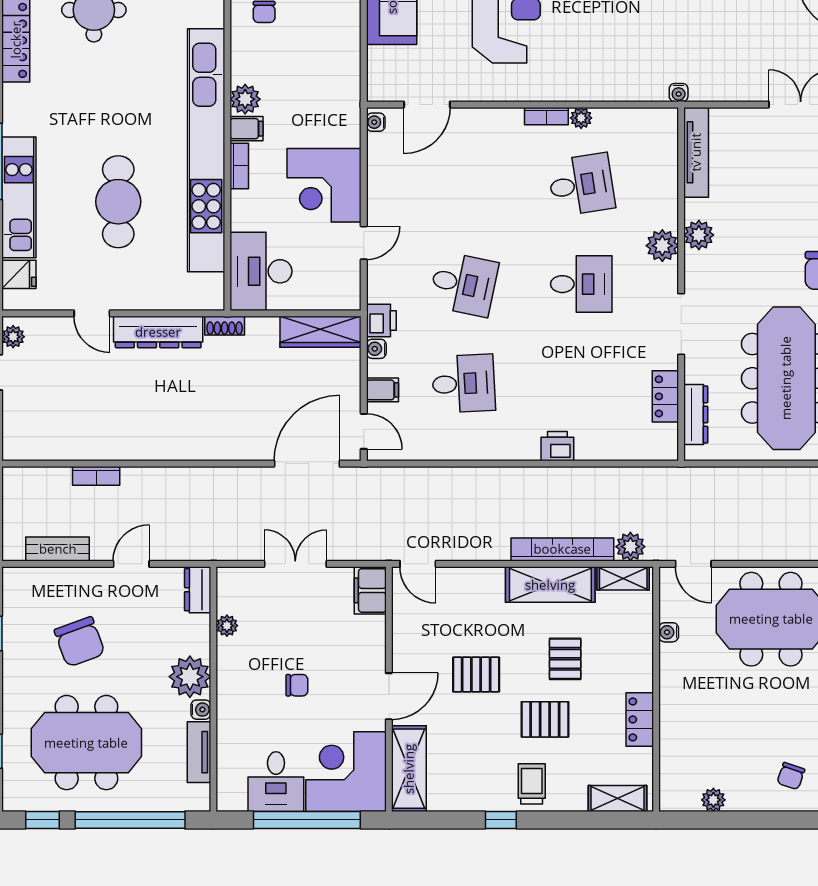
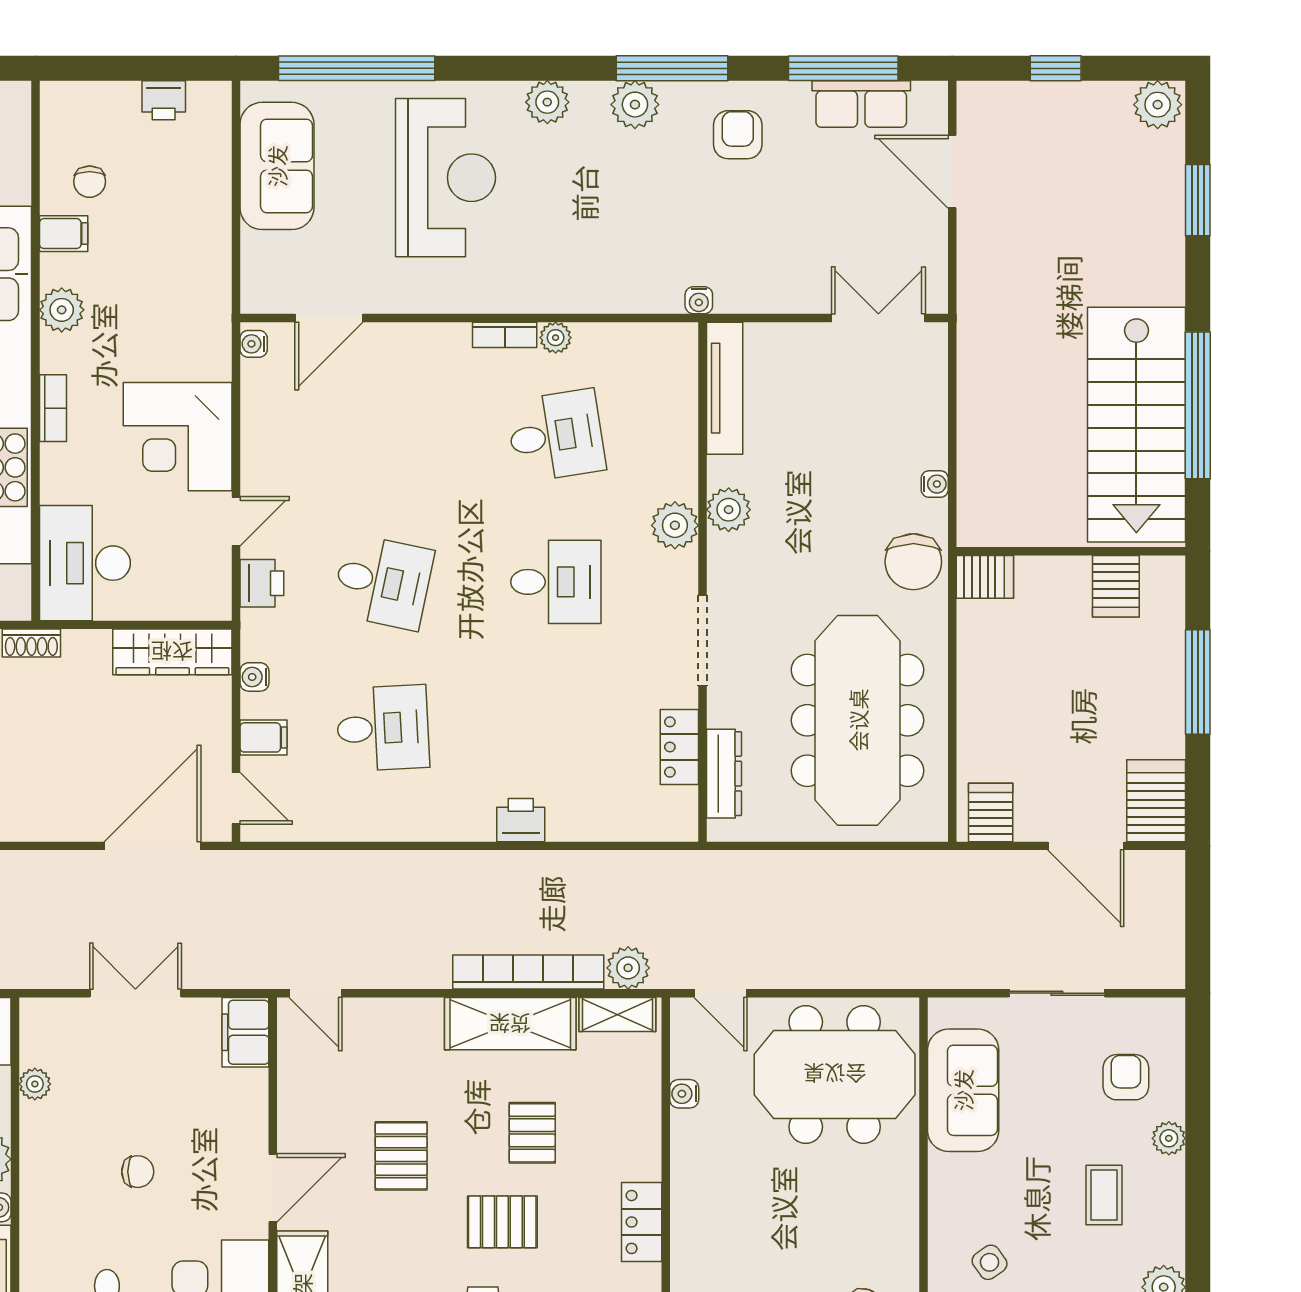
filing cabinet: (246, 129) -> (64, 234), moved
printer: (381, 320) -> (262, 583), moved
pallet: (476, 674) -> (401, 1156), turned 90

